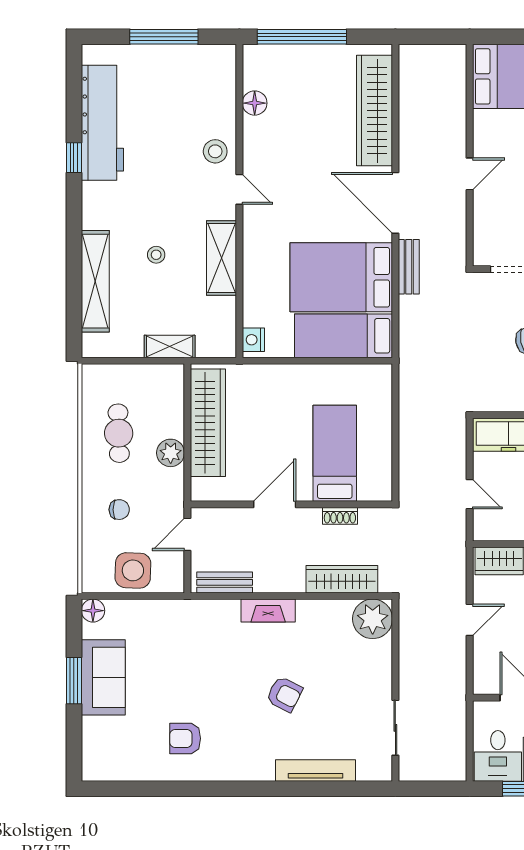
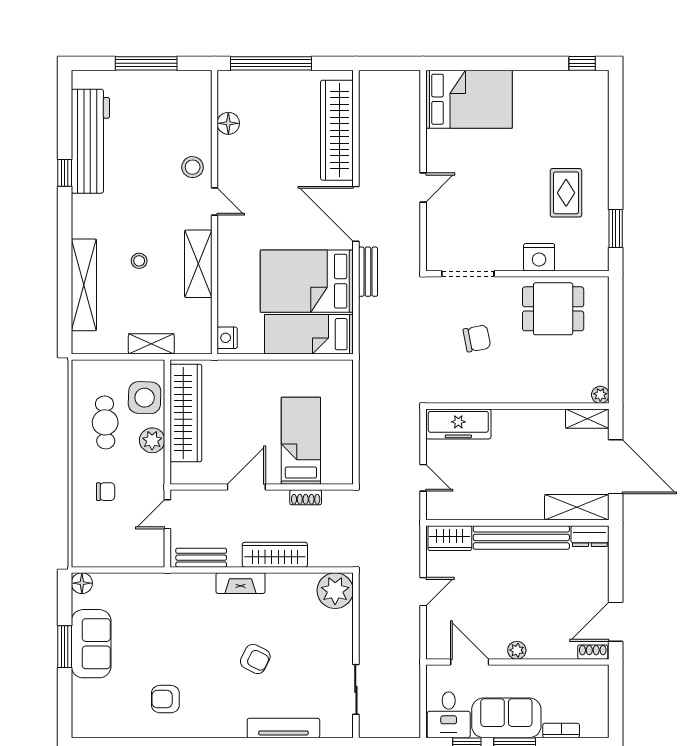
side table: (133, 570) -> (145, 398), moved
wardrobe: (342, 579) -> (275, 555), moved

